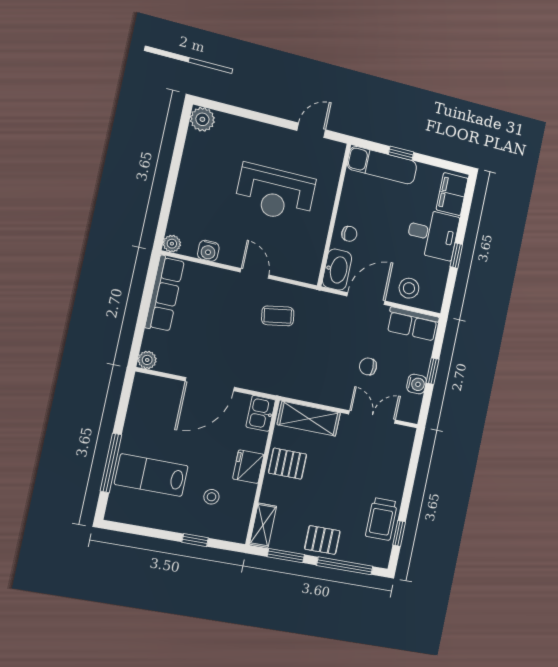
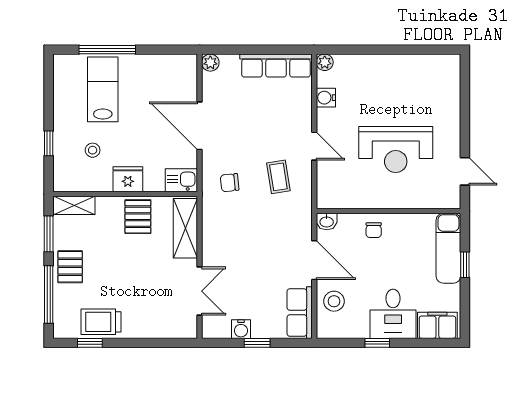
plant: (202, 119) -> (449, 66), removed
reception desk: (275, 193) -> (396, 149), turned -90
washbasin: (337, 270) -> (327, 222), width x0.52, depth x0.69
door: (255, 273) -> (314, 146), hinge flipped
chair: (368, 366) -> (230, 183), moved, turned -96

